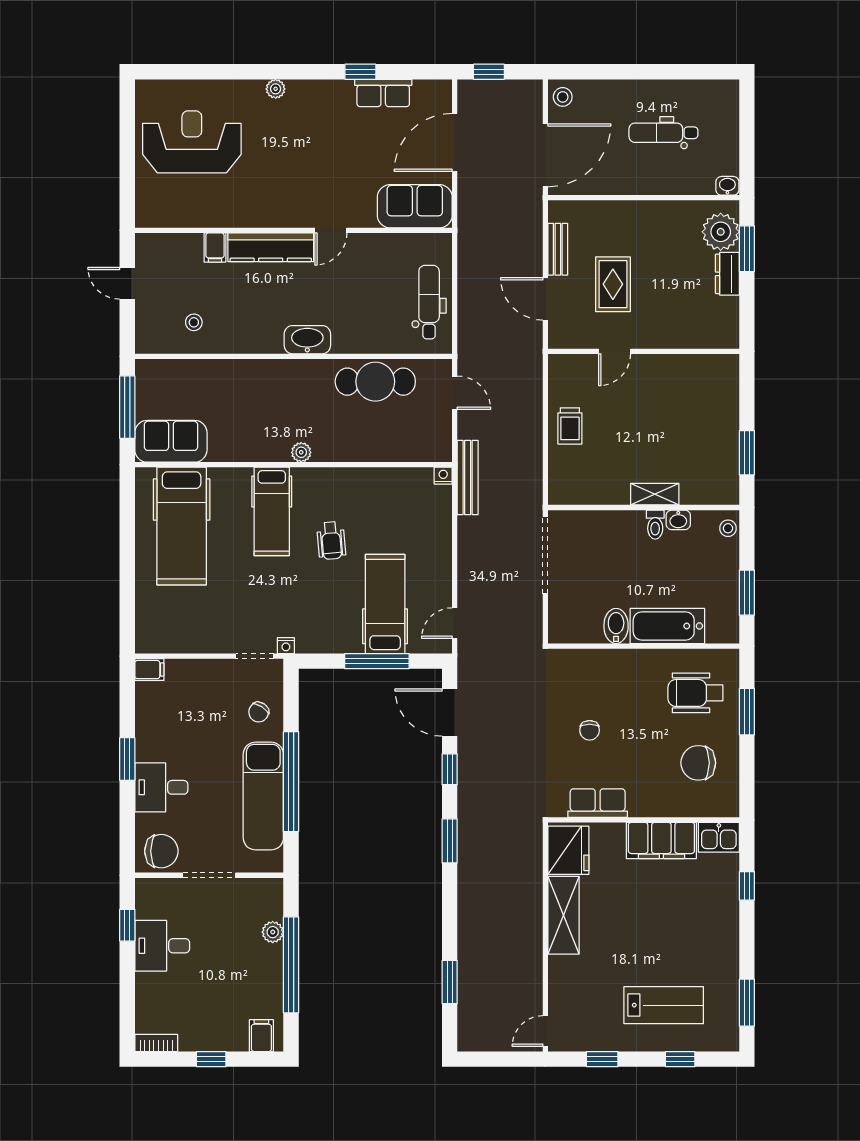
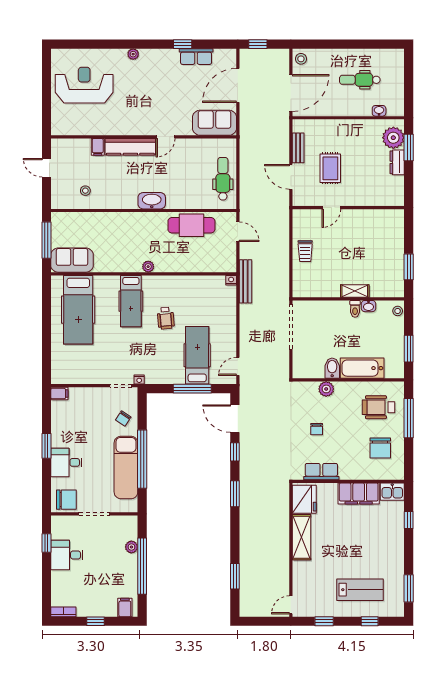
washbasin: (727, 186) -> (379, 111), moved
plant: (606, 662) -> (326, 389), added
window: (747, 712) -> (409, 418), width x1.44
chair: (698, 763) -> (380, 448), turned -90

